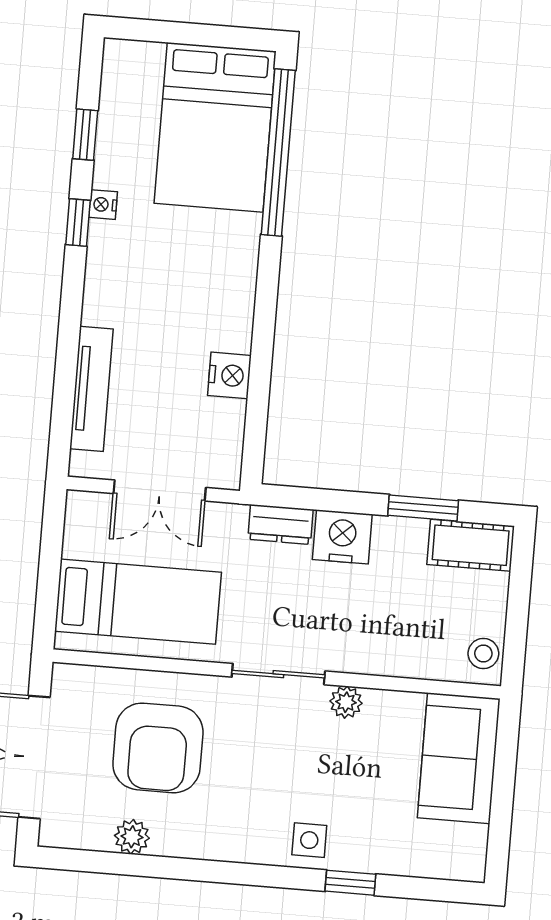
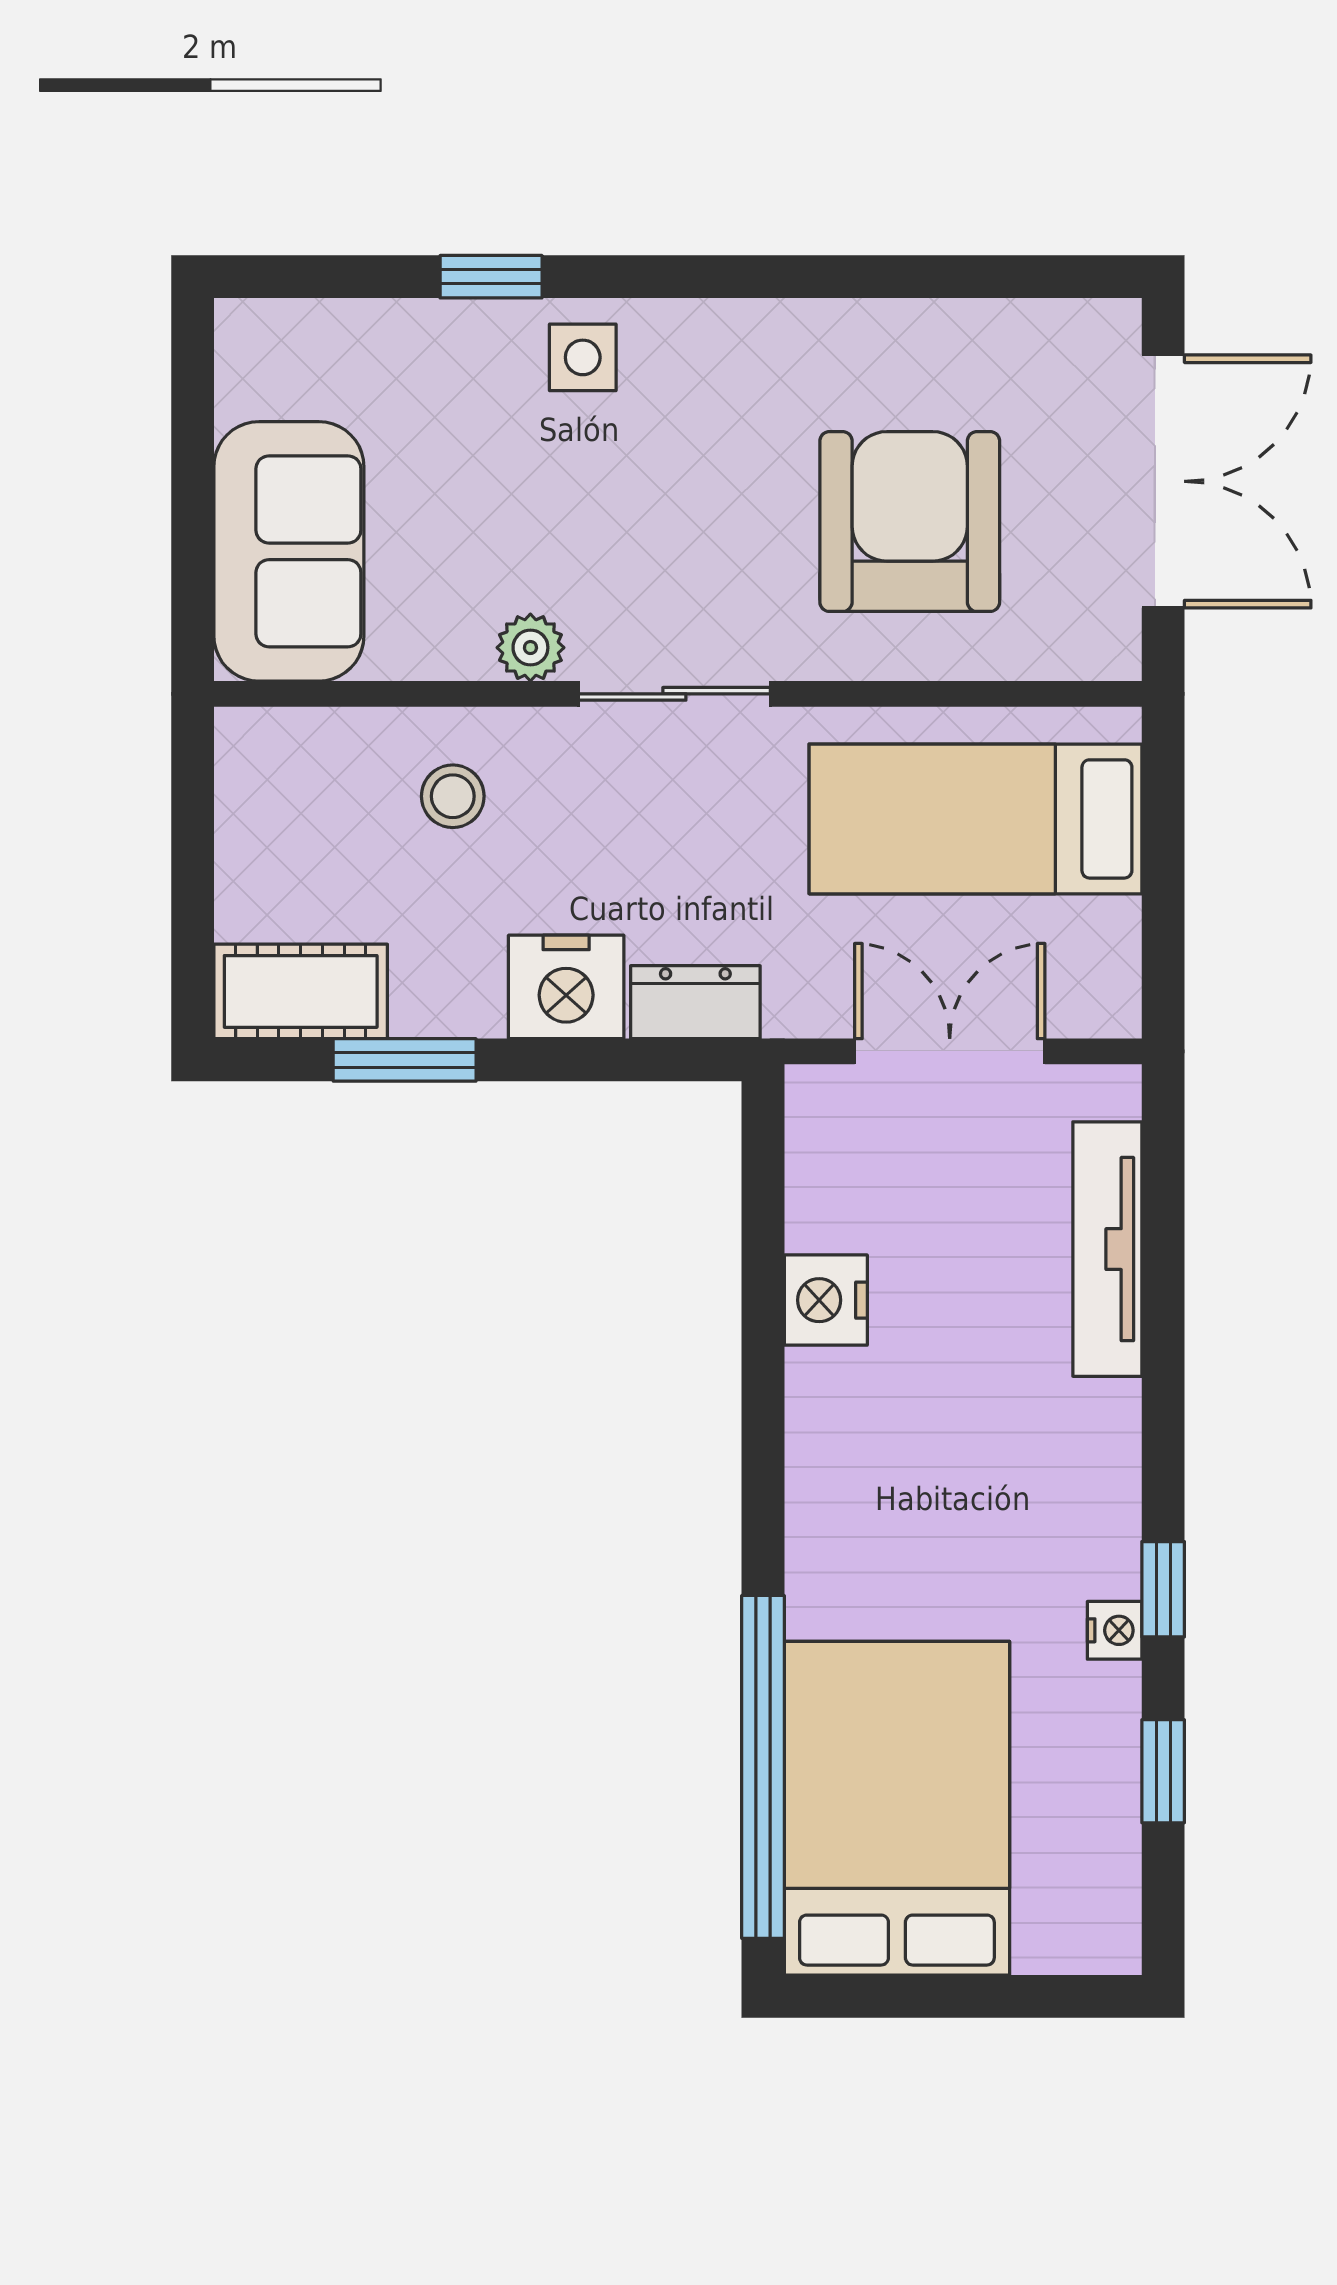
stool: (483, 653) -> (453, 796), moved
plant: (132, 837) -> (948, 334), removed

